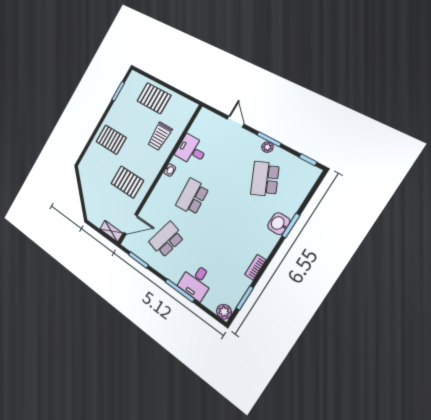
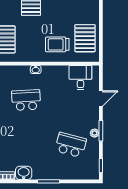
pallet: (154, 98) -> (85, 38), moved
desk: (191, 150) -> (80, 77), moved
school desk: (265, 179) -> (71, 145), turned 39
washbasin: (279, 224) -> (24, 173), moved

